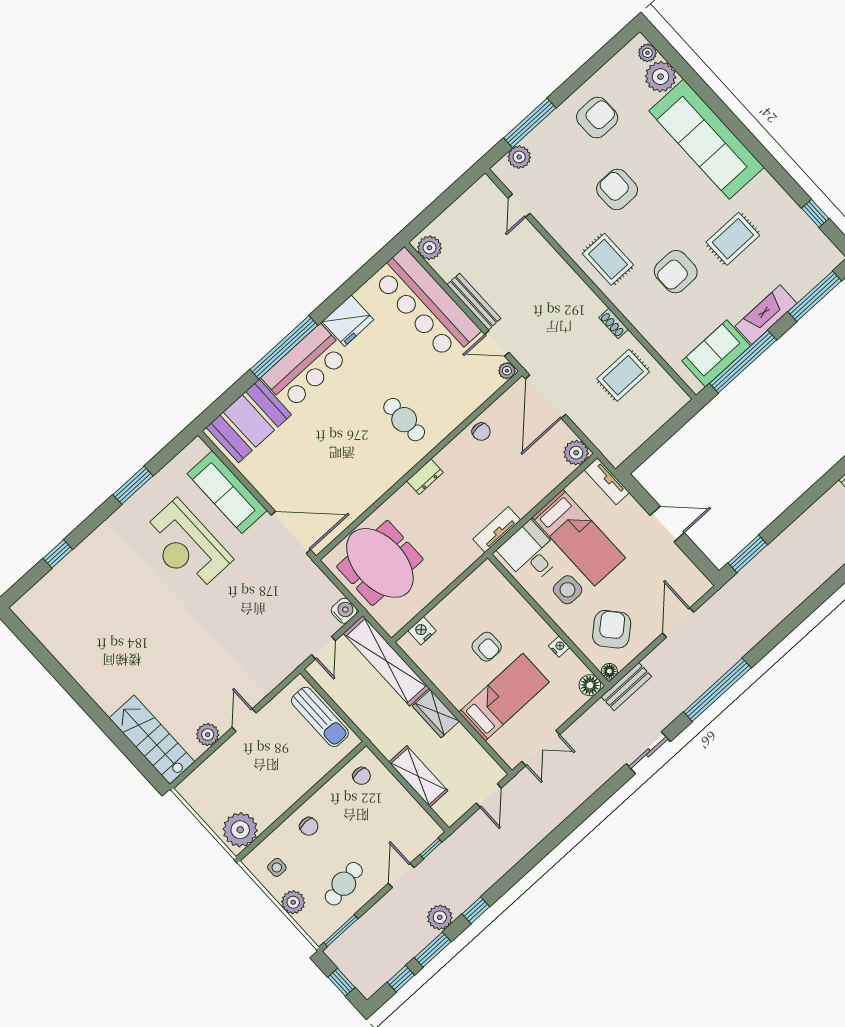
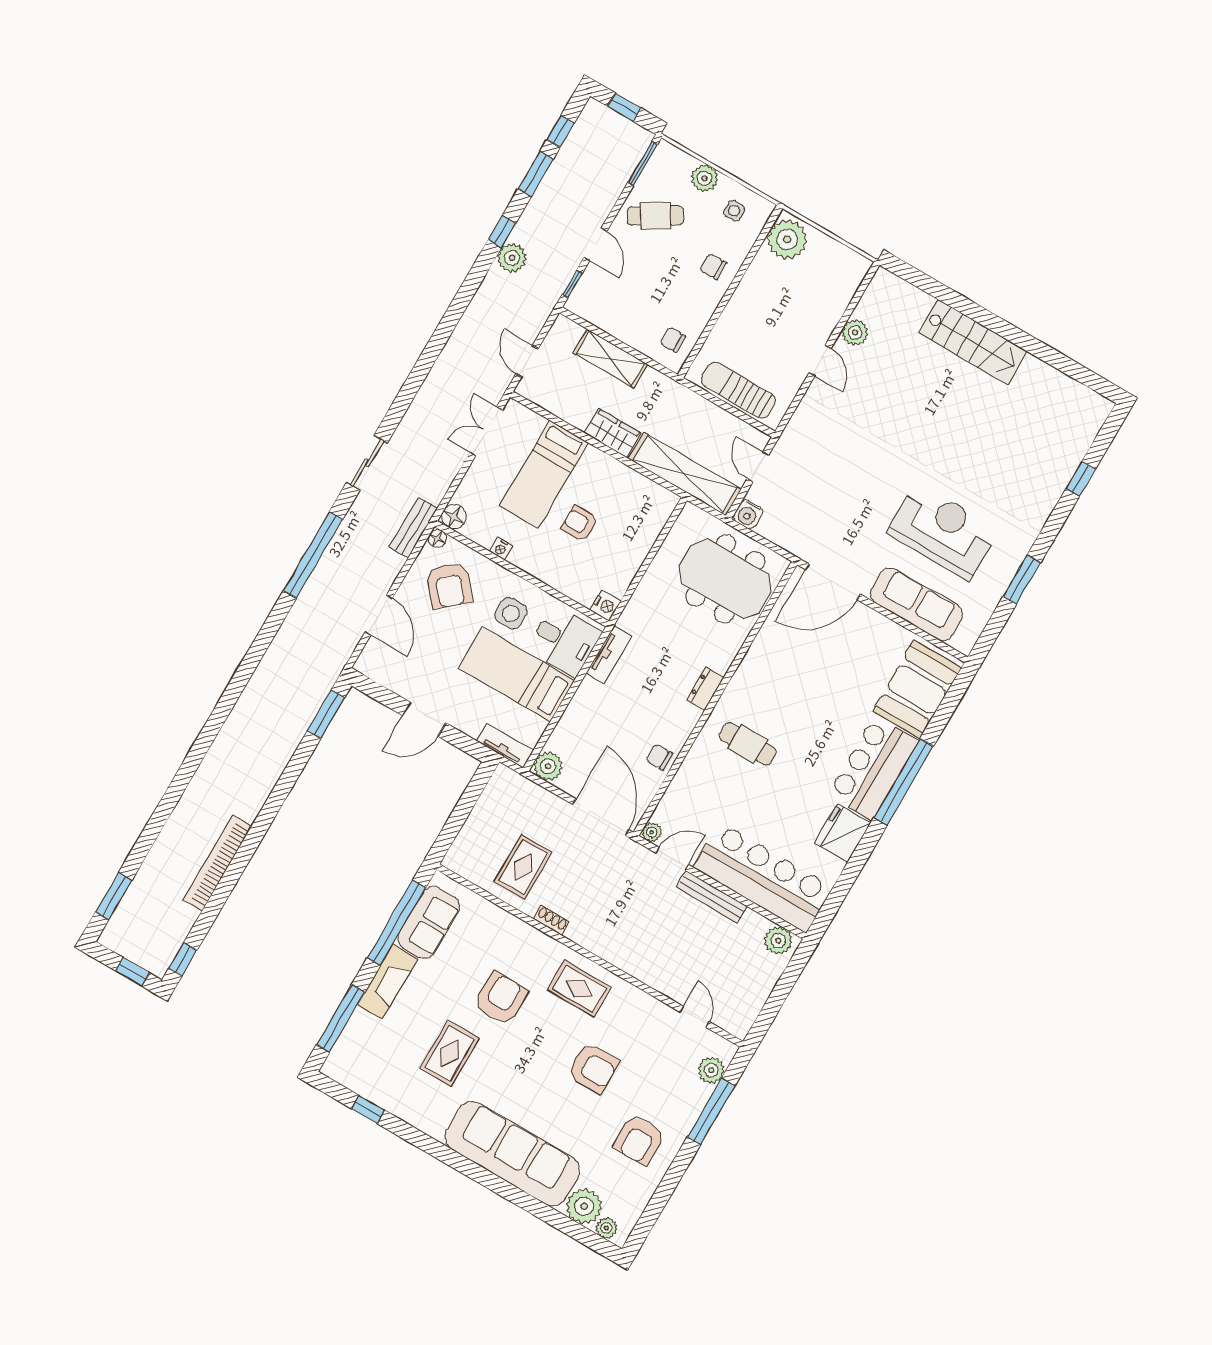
nightstand: (422, 631) -> (606, 605), moved
stairs: (152, 740) -> (973, 342), moved
cafe table: (344, 884) -> (655, 216), turned 69
plant: (440, 917) -> (512, 258), moved

